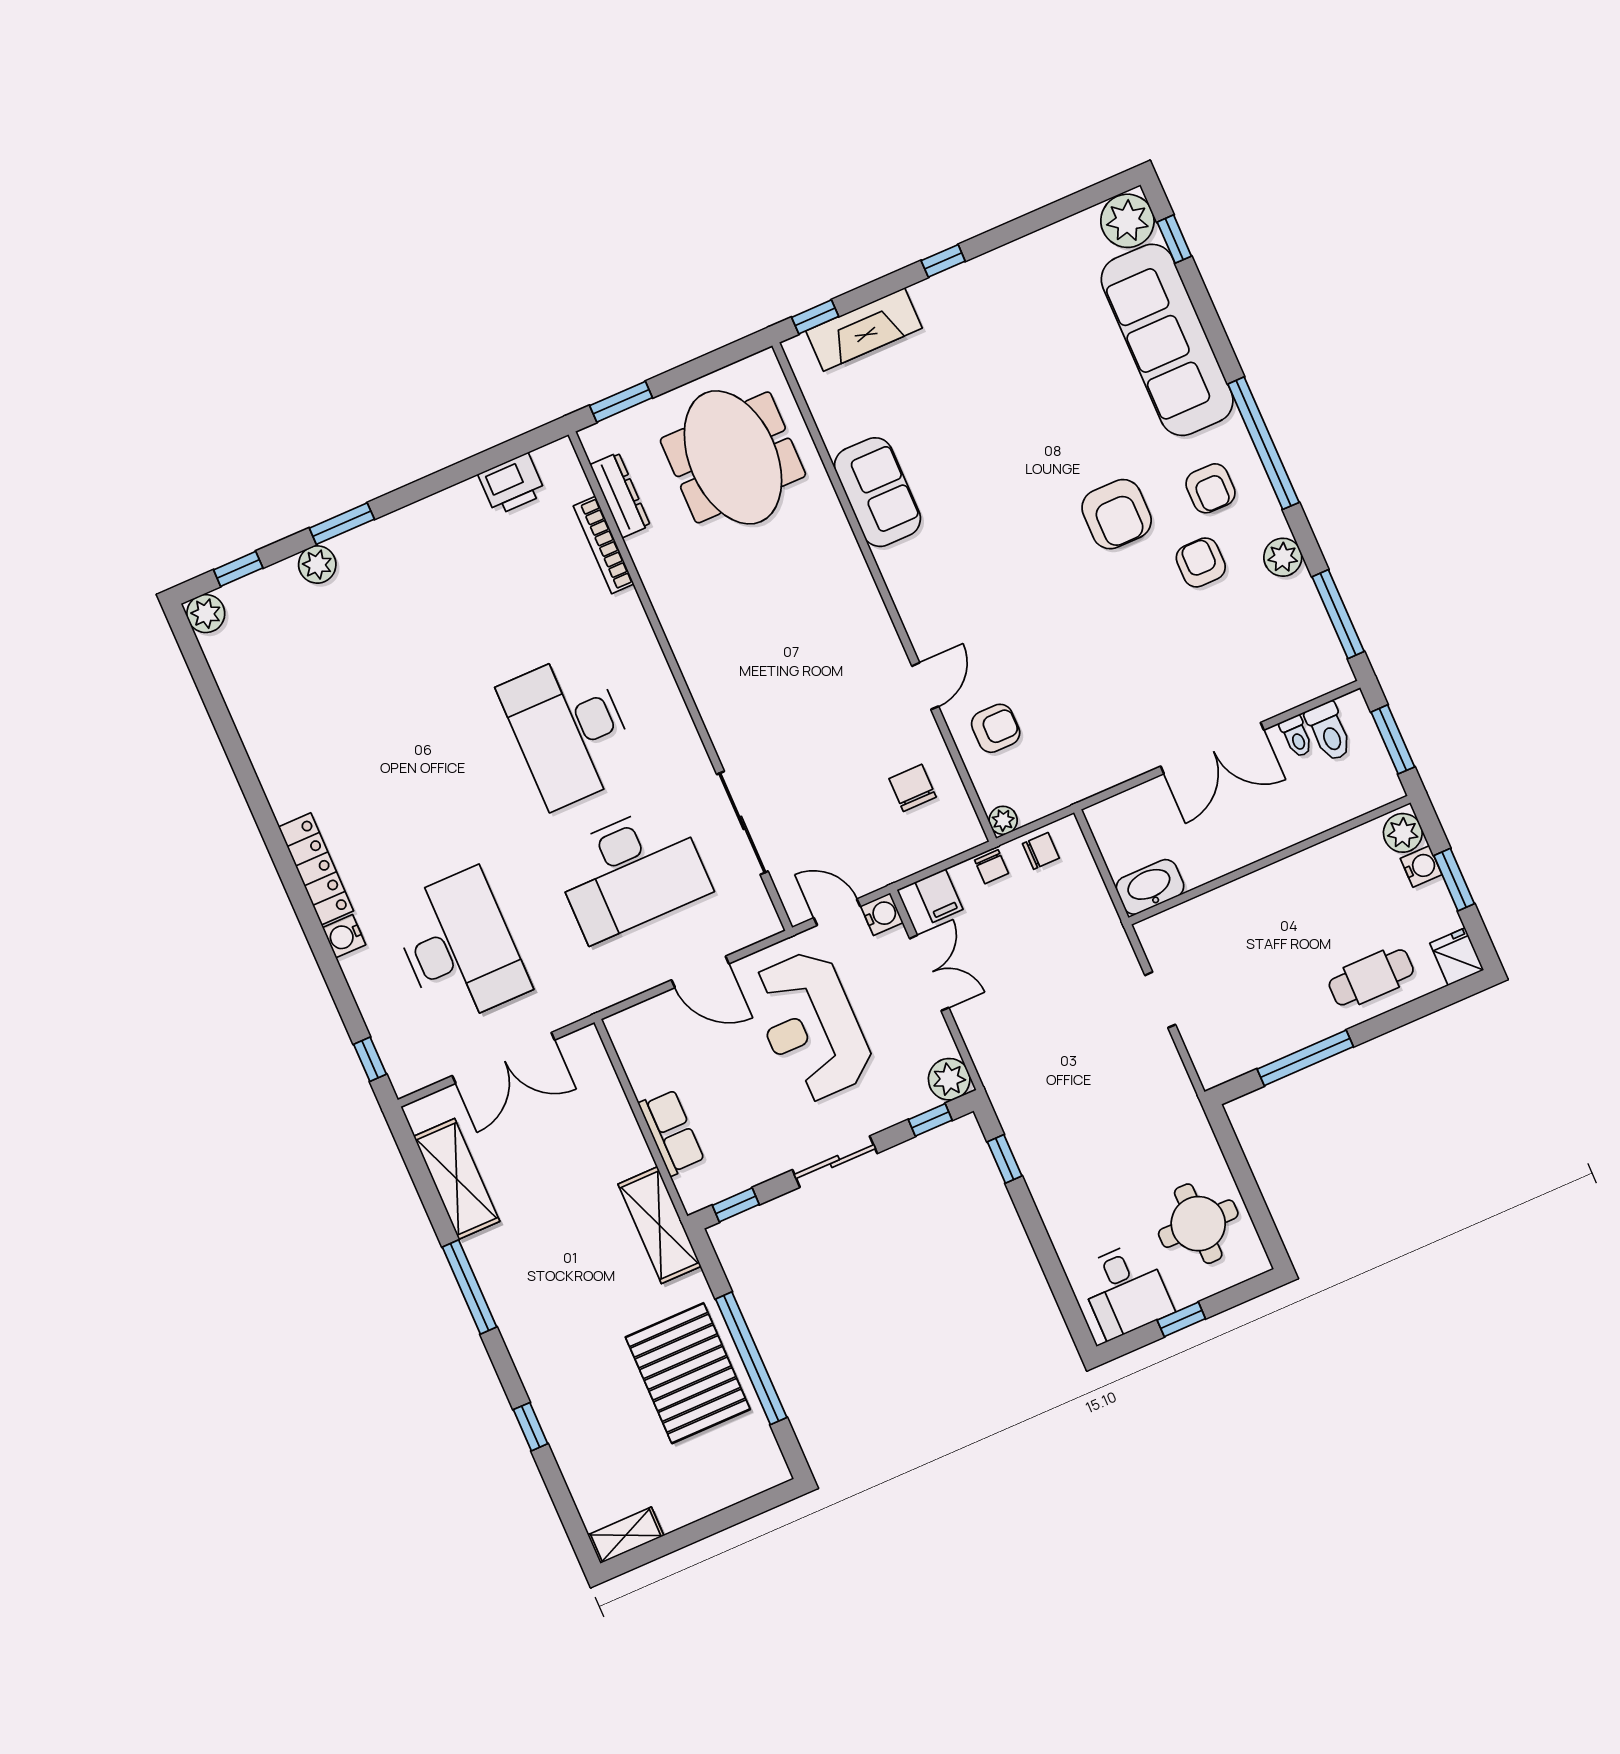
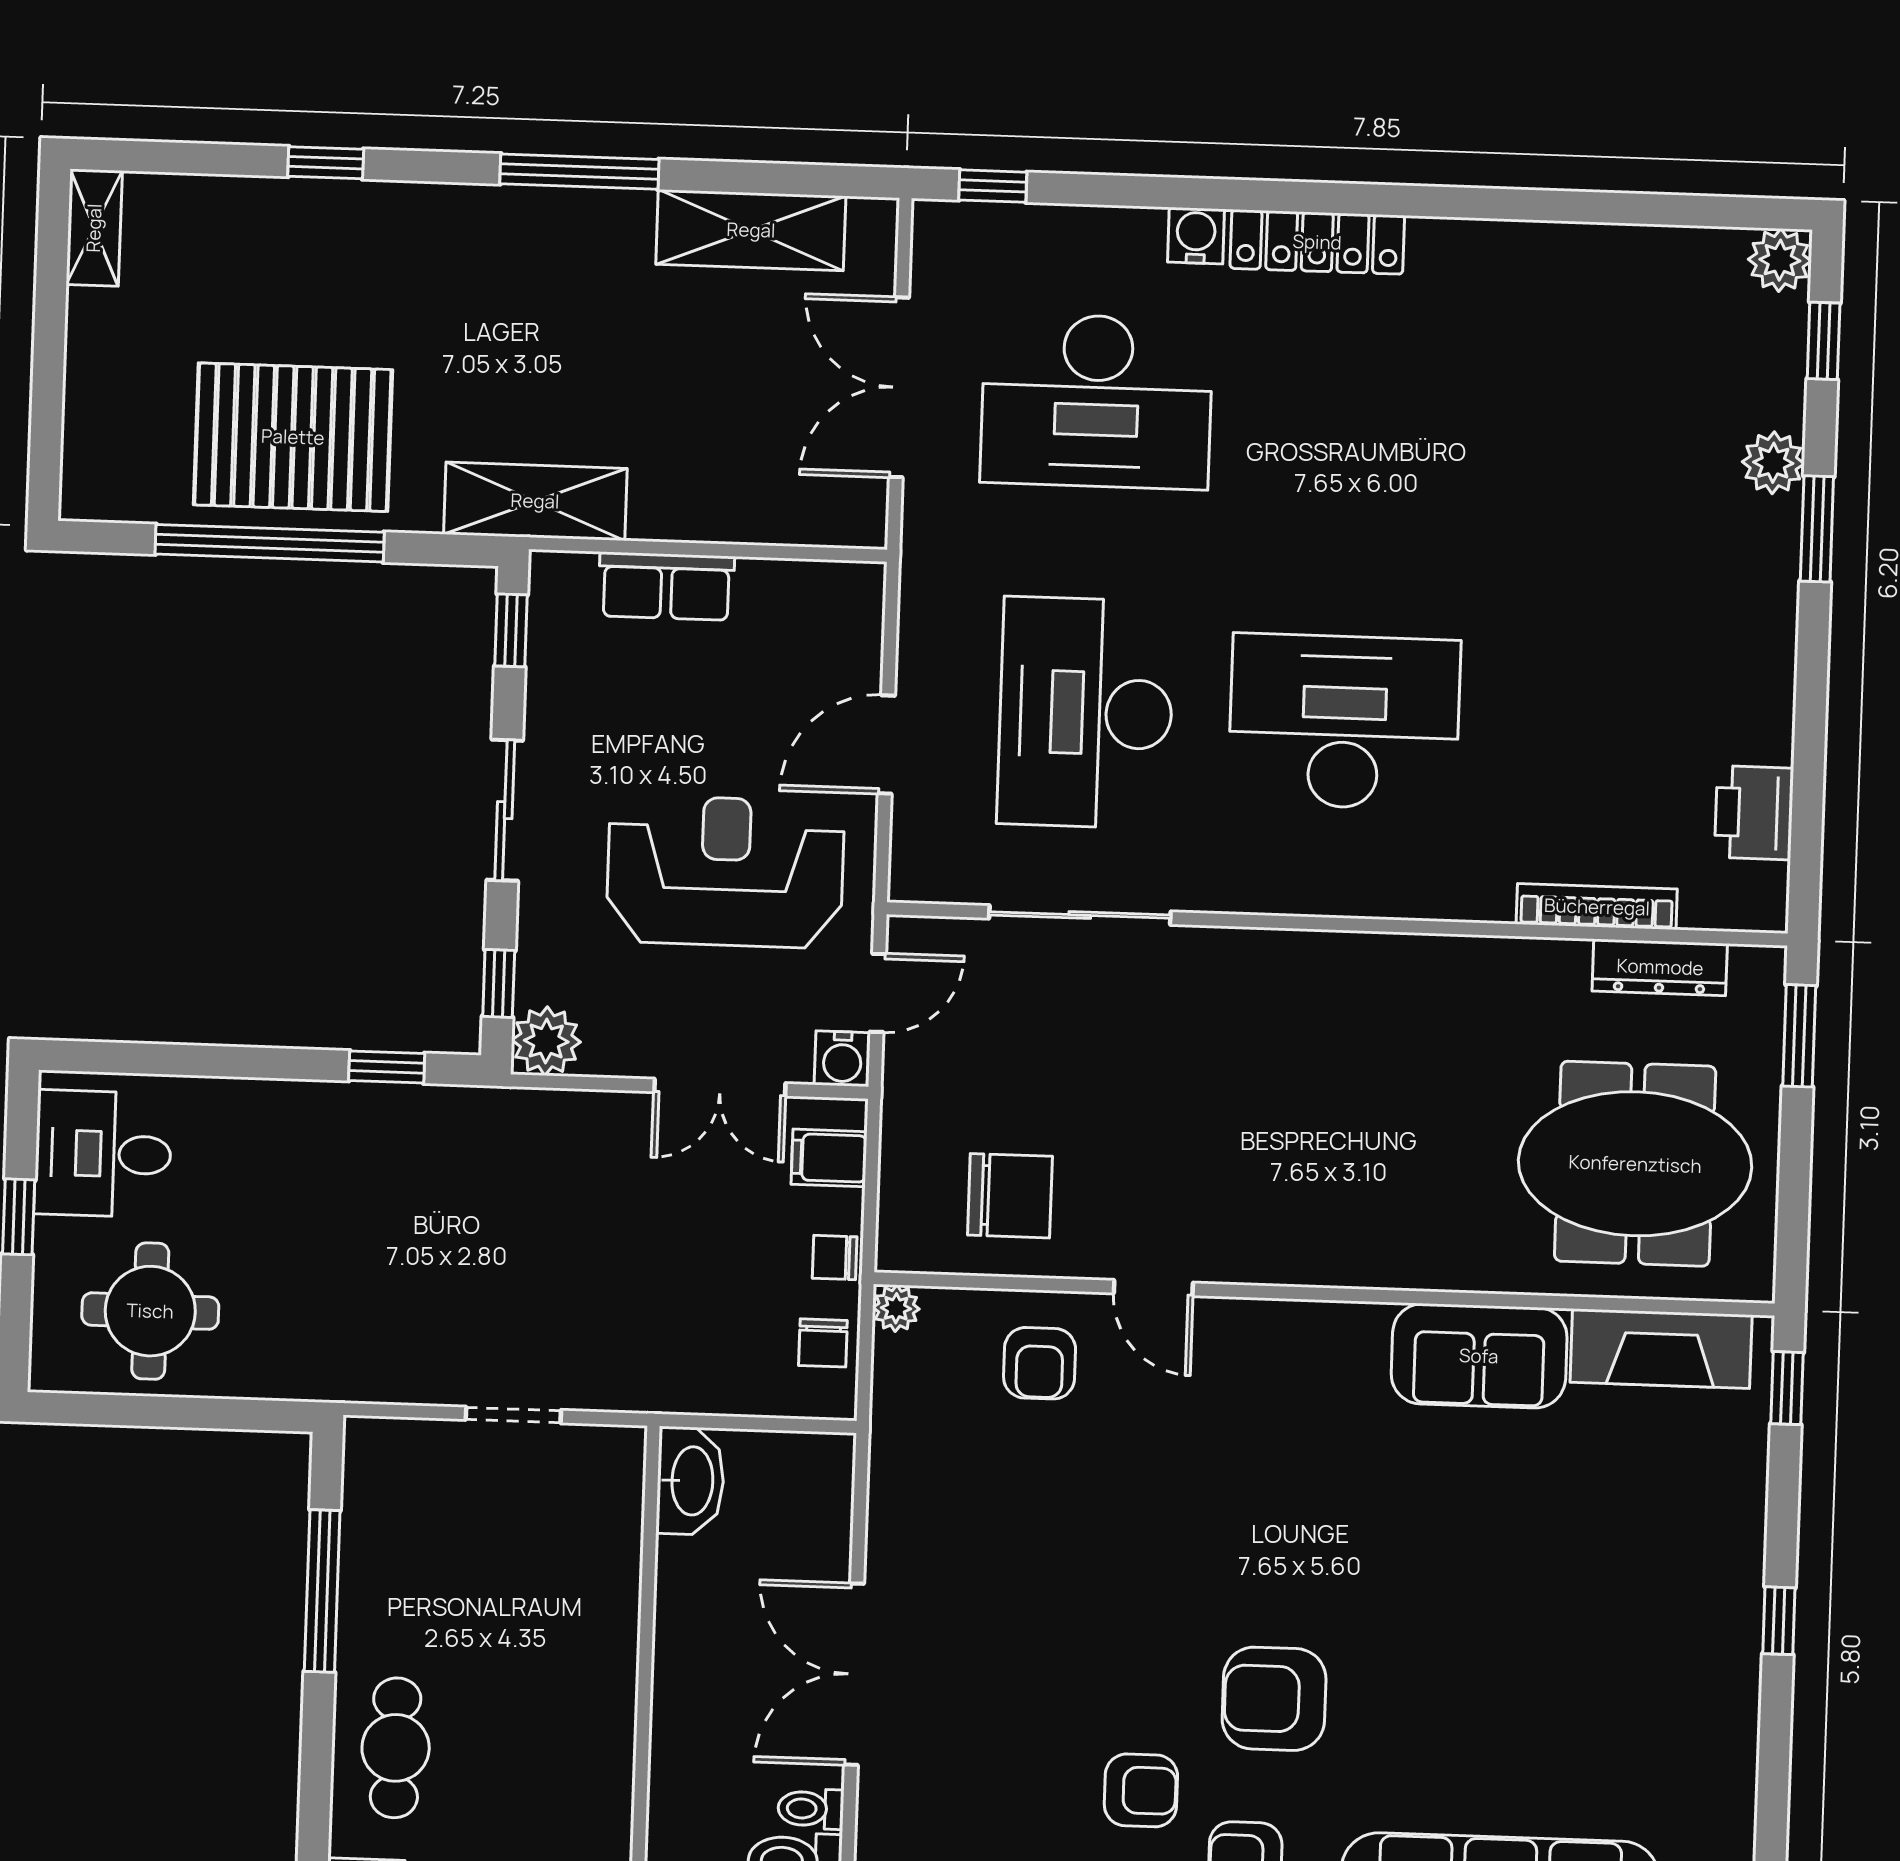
fireplace: (864, 329) -> (1661, 1349), moved, turned -90
chair: (913, 788) -> (1010, 1196), width x1.37, depth x1.37

